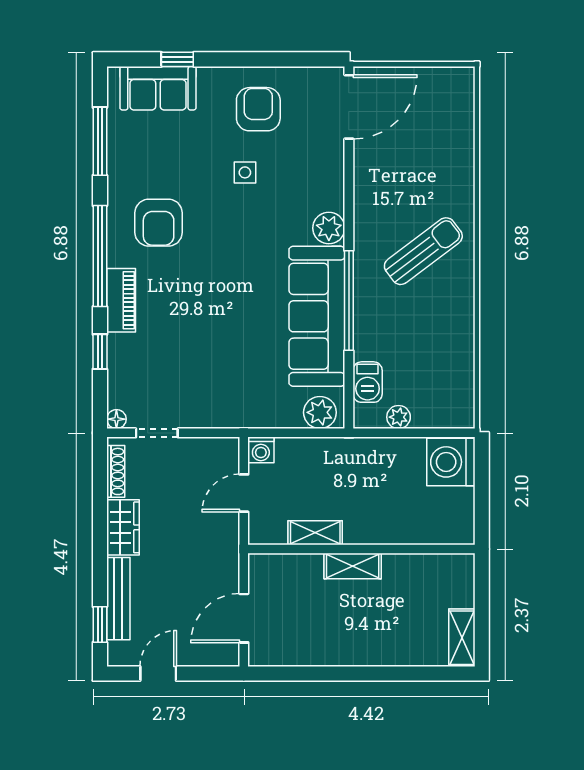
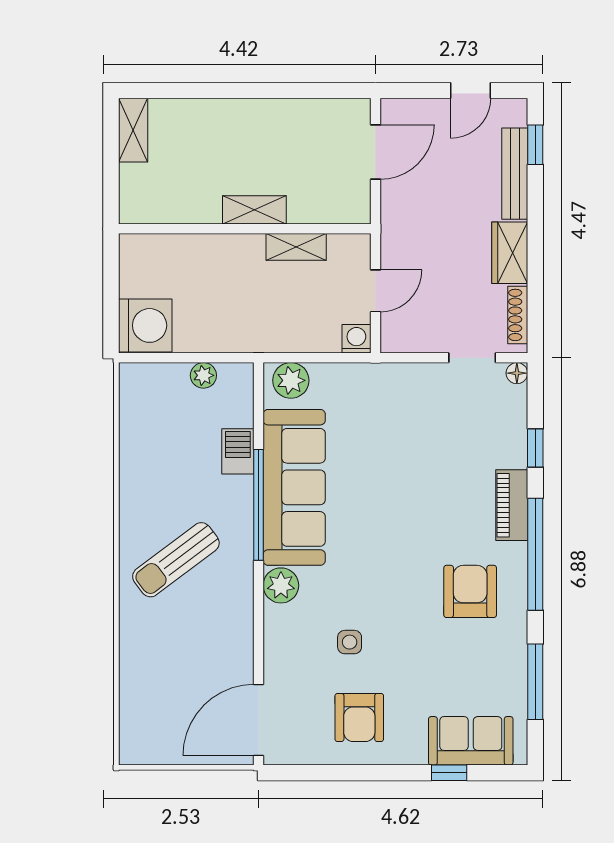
side table: (245, 172) -> (350, 642), moved
barbecue: (368, 382) -> (238, 451), moved

